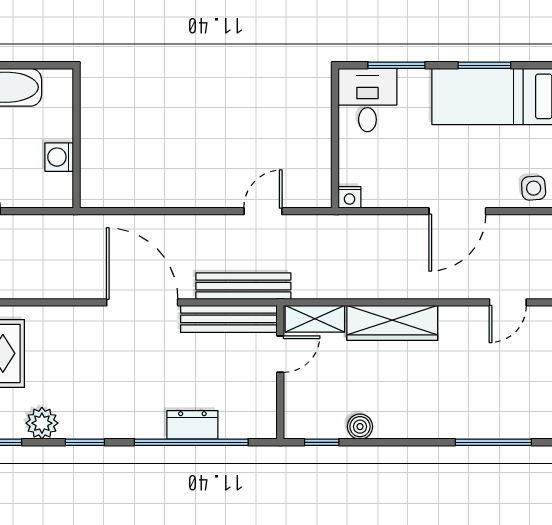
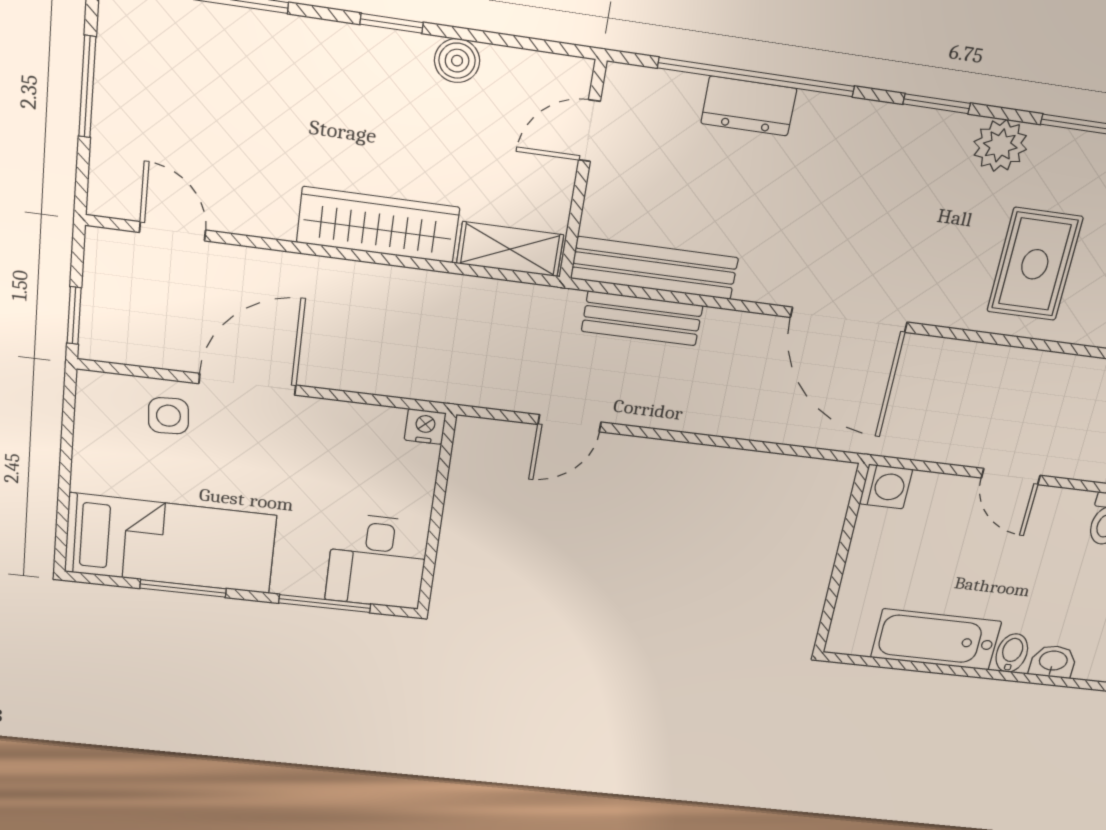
washing machine: (59, 157) -> (886, 486), moved
side table: (534, 188) -> (168, 416), moved
bench: (243, 286) -> (642, 318), width x0.73
door: (142, 302) -> (849, 320), moved
door: (508, 302) -> (172, 231), hinge flipped
door: (280, 354) -> (589, 131), moved
window: (322, 442) -> (392, 23), moved

